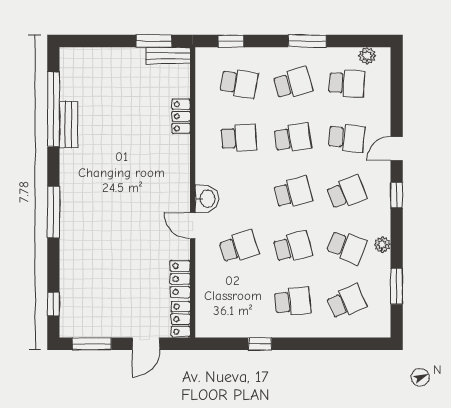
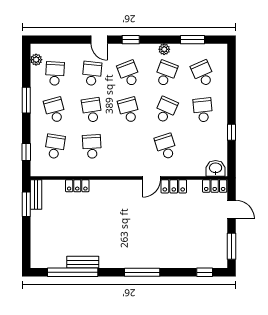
washbasin: (207, 199) -> (216, 168), moved
school desk: (293, 247) -> (166, 110), turned 39
locker: (180, 279) -> (174, 186), moved

